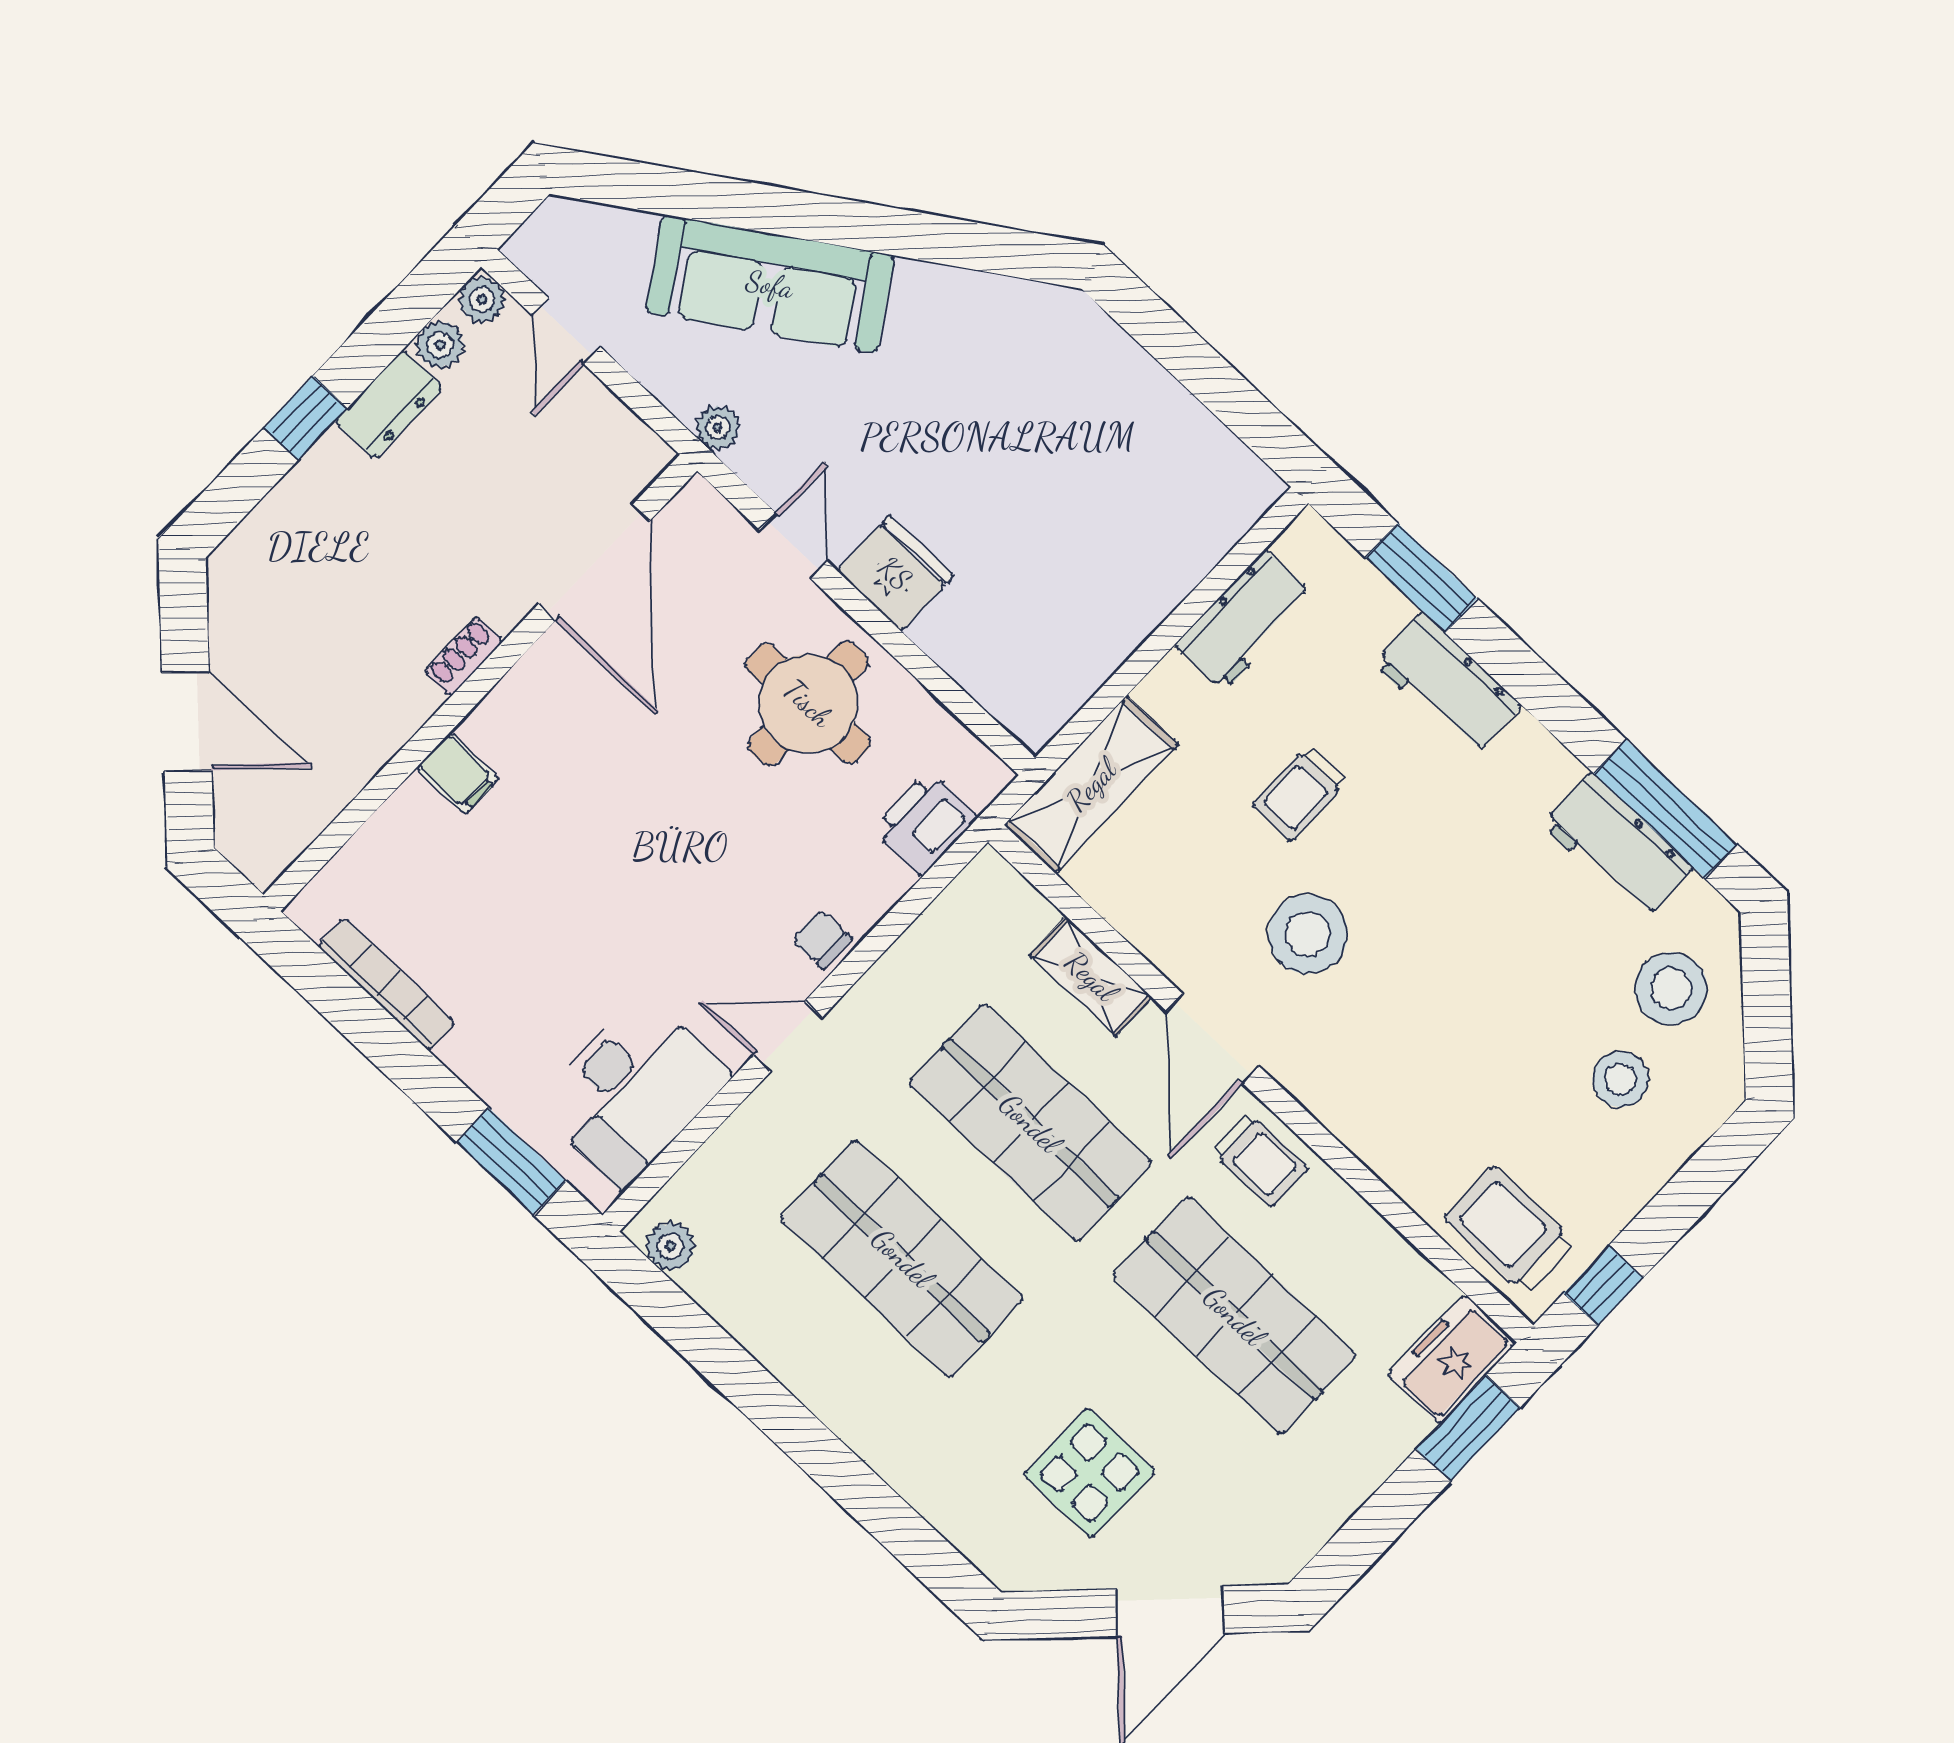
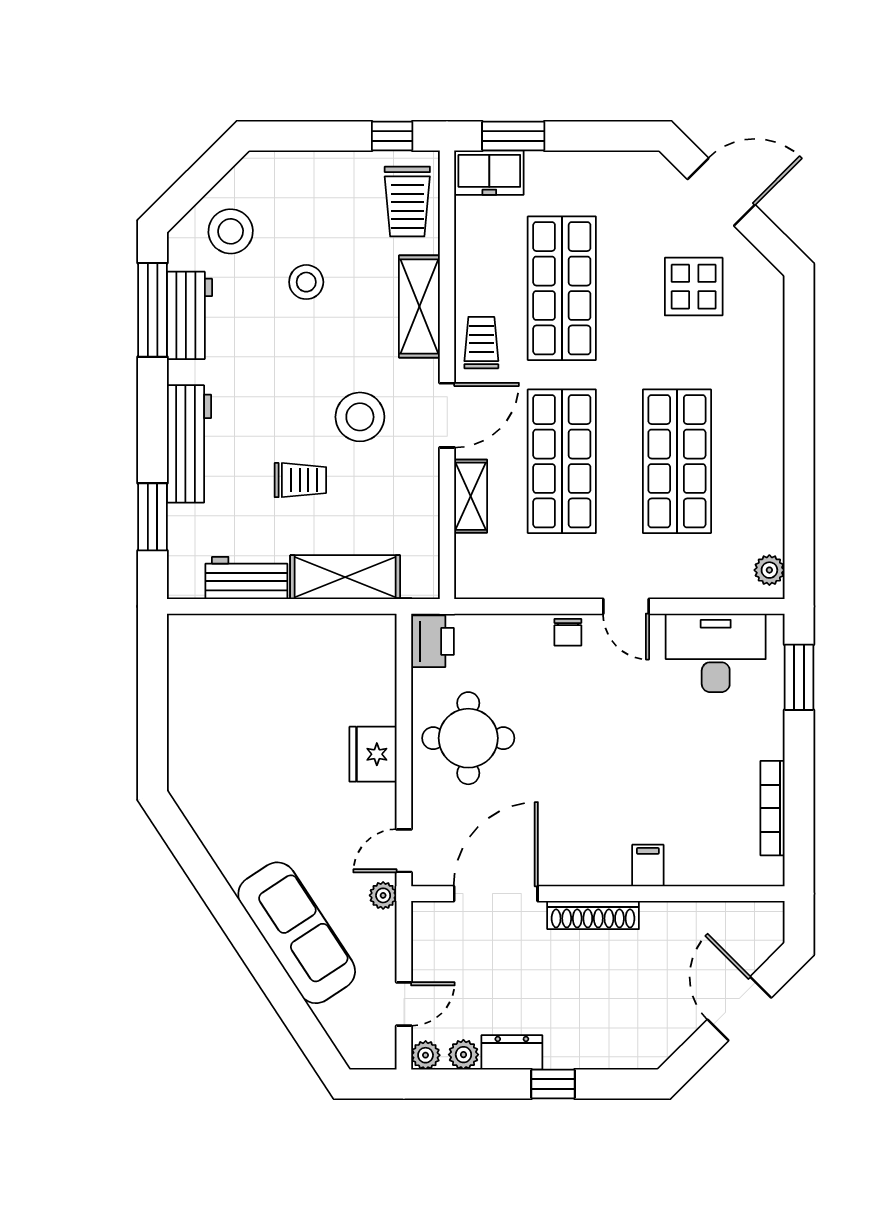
door: (793, 545) -> (404, 851), moved
shoe rack: (464, 656) -> (593, 915), width x1.94, depth x1.24
workbench: (1448, 684) -> (189, 444), width x1.38
shelving: (1091, 785) -> (345, 577), moved
printer: (925, 824) -> (432, 641), moved, turned -90
stool: (1620, 1079) -> (306, 282), moved
shelving: (1372, 1127) -> (419, 307), added

